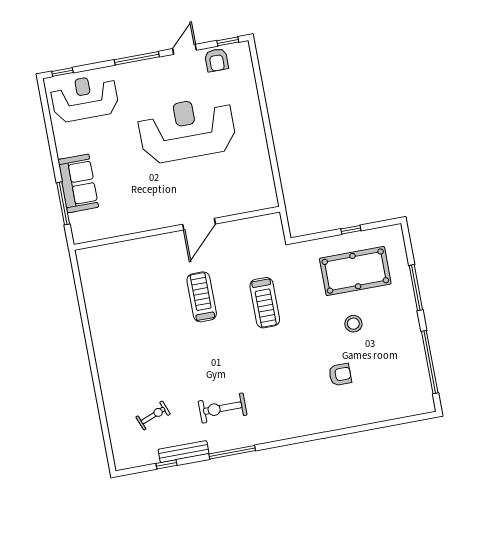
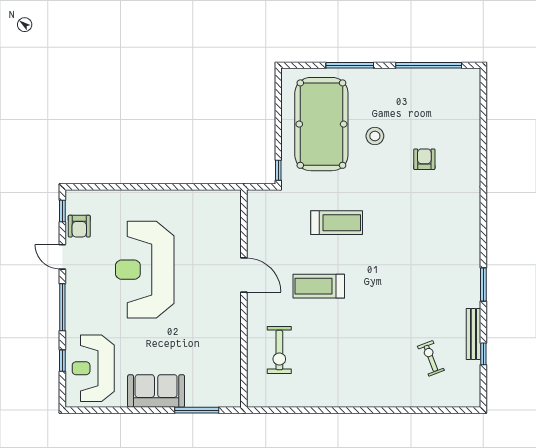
armchair: (216, 60) -> (79, 226), turned 90
window: (62, 72) -> (62, 361), moved
sofa: (78, 183) -> (156, 391), moved
window: (351, 230) -> (278, 170), moved
pool table: (355, 271) -> (321, 124), width x1.36, depth x1.32
exercise bike: (223, 408) -> (279, 350), moved
window: (232, 452) -> (483, 285), width x0.69

